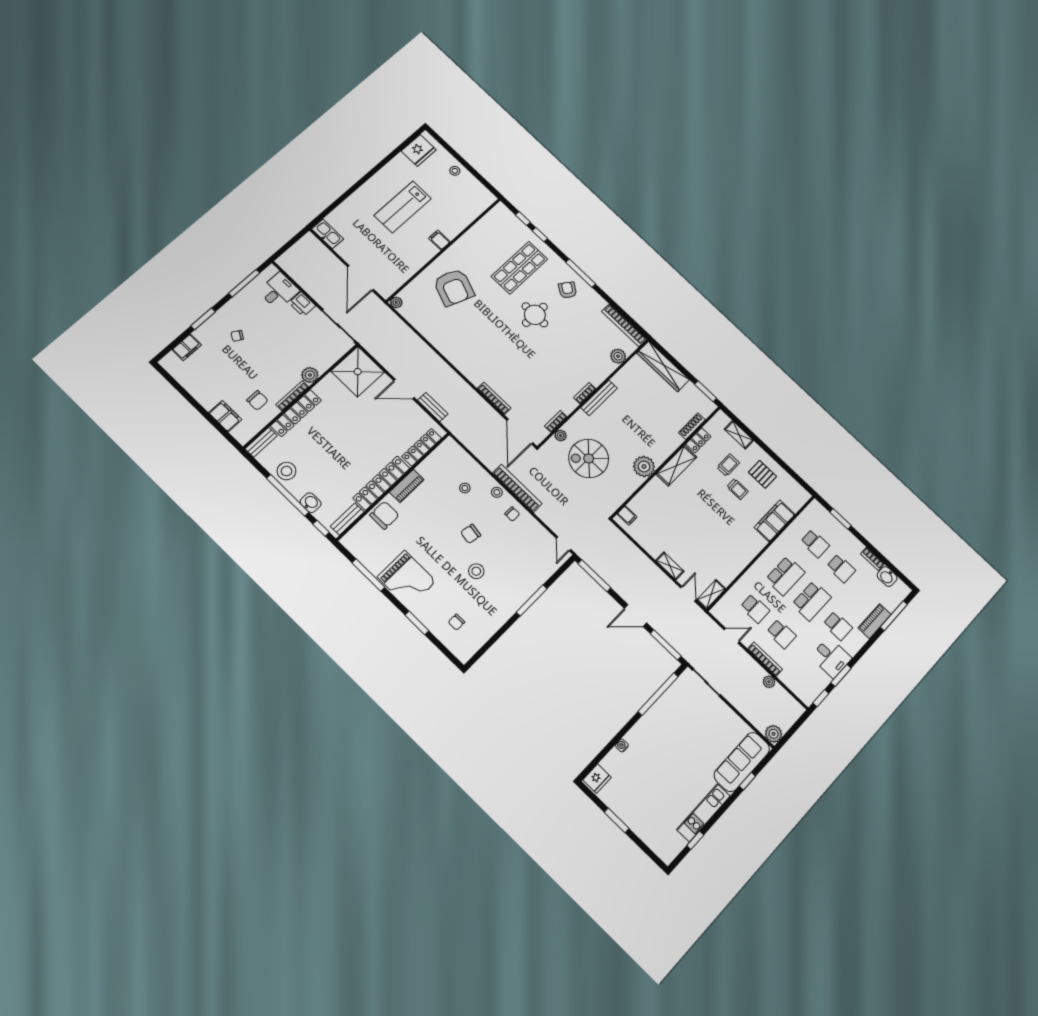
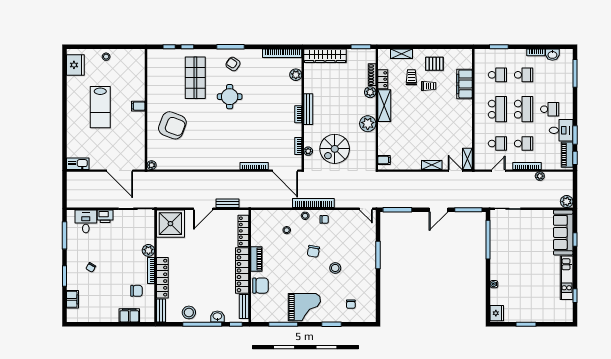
plant: (675, 440) -> (370, 92), added
chair: (384, 515) -> (261, 286), turned 90
piano: (875, 621) -> (567, 155), moved

